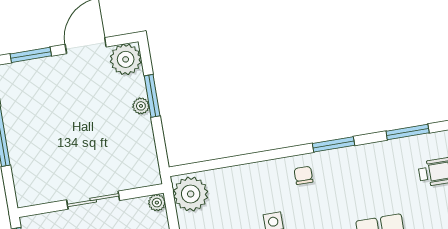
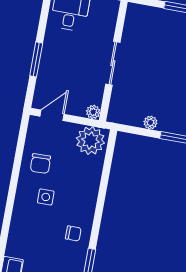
plant: (141, 106) -> (150, 123), moved

